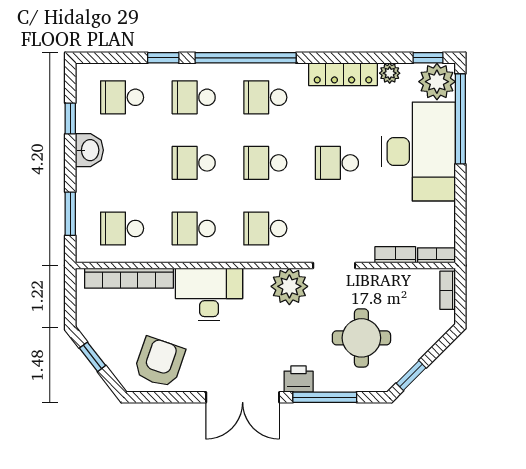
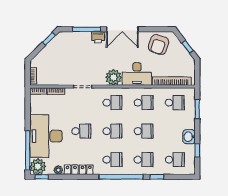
plant: (289, 286) -> (113, 77), moved
round table: (361, 338) -> (71, 55), removed
double door: (243, 397) -> (122, 29), swing flipped

